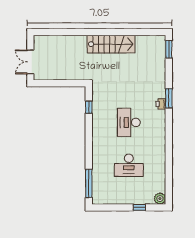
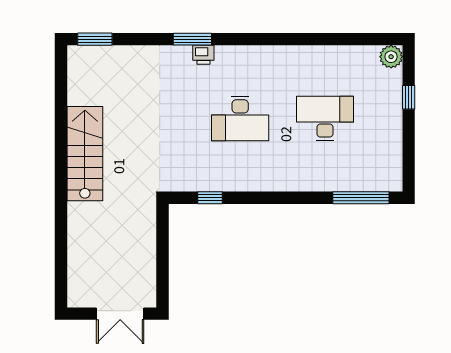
desk: (129, 165) -> (325, 118), turned -90

